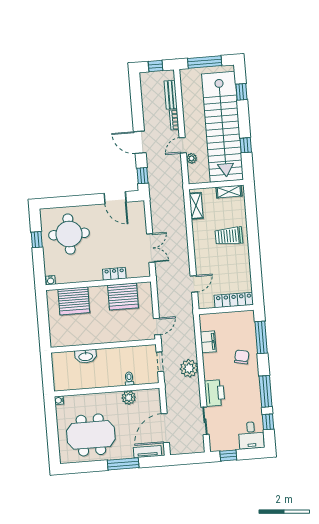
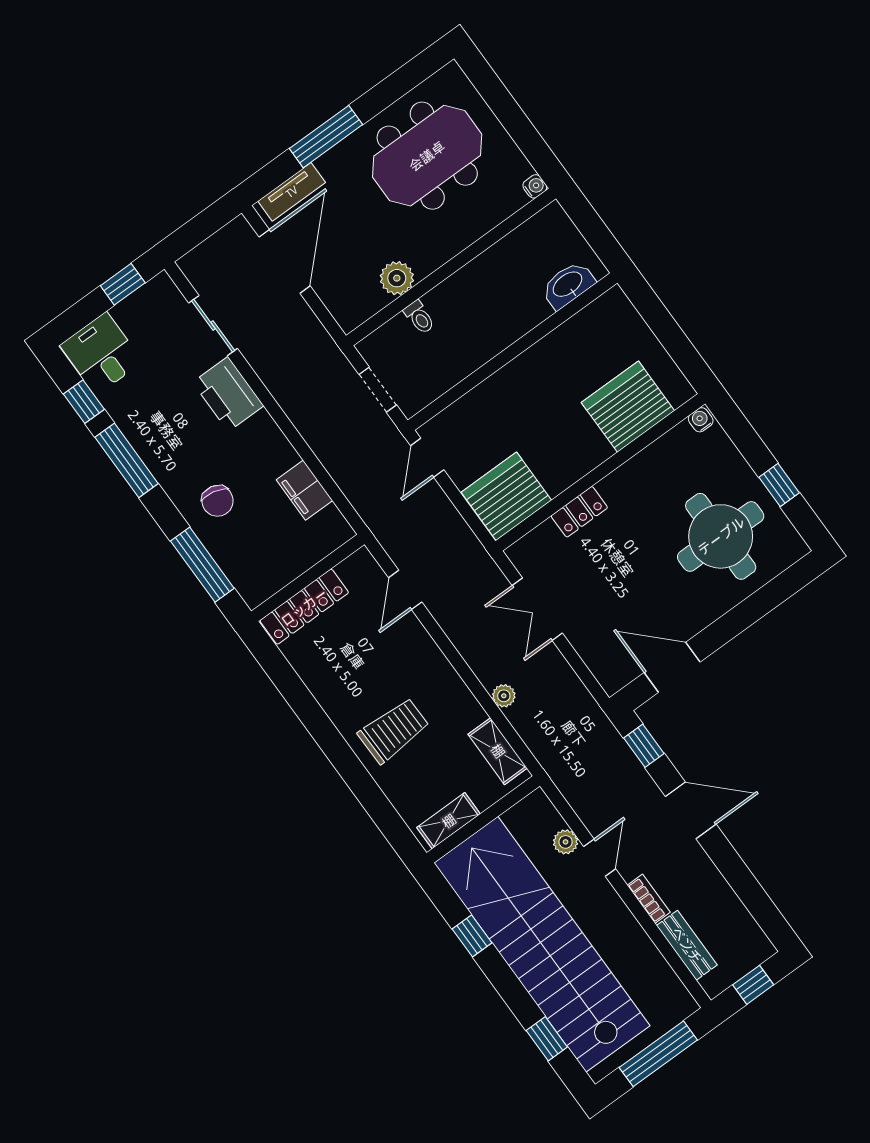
server rack: (123, 297) -> (506, 496), moved
washbasin: (86, 356) -> (568, 285), moved
plant: (189, 368) -> (504, 696), moved, width x0.53, depth x0.53

